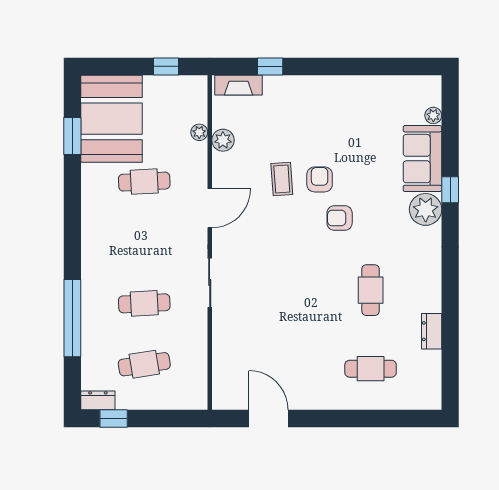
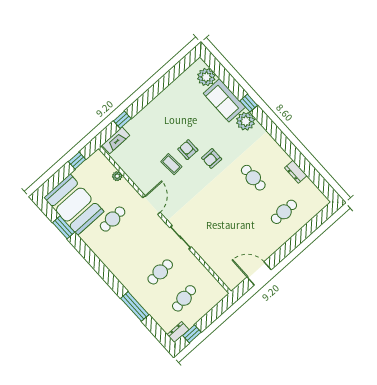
plant: (433, 115) -> (206, 77), width x1.87, depth x1.87
plant: (223, 140) -> (131, 170), removed
window: (72, 318) -> (135, 306), width x0.68

